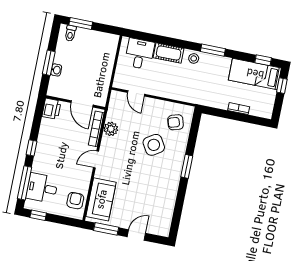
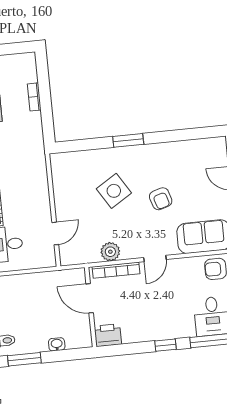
window: (49, 63) -> (24, 359), moved
door: (82, 104) -> (90, 298), swing flipped
armchair: (176, 122) -> (161, 199), moved
door: (96, 159) -> (155, 259), hinge flipped

